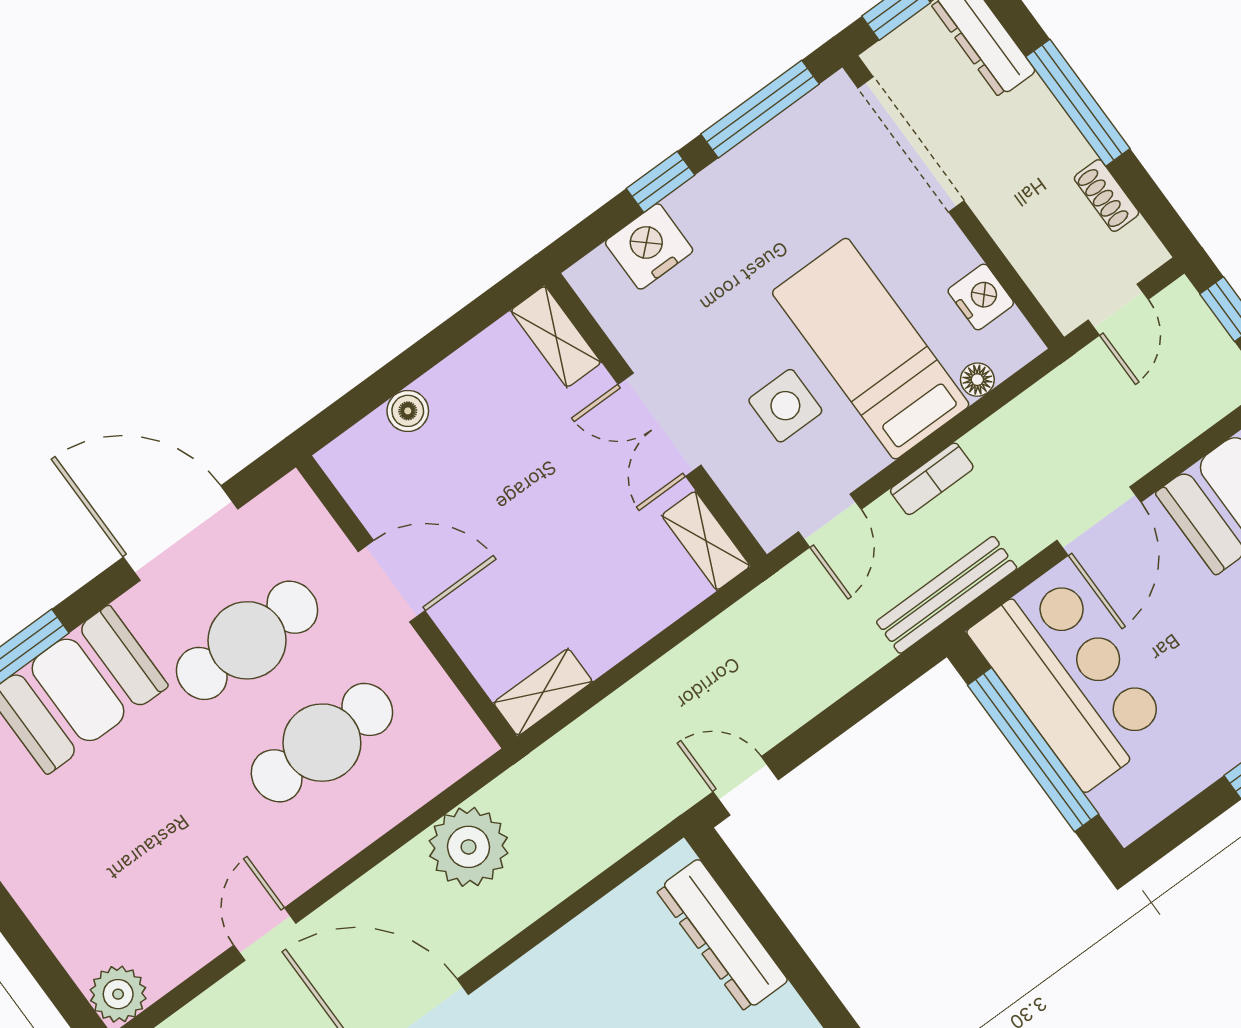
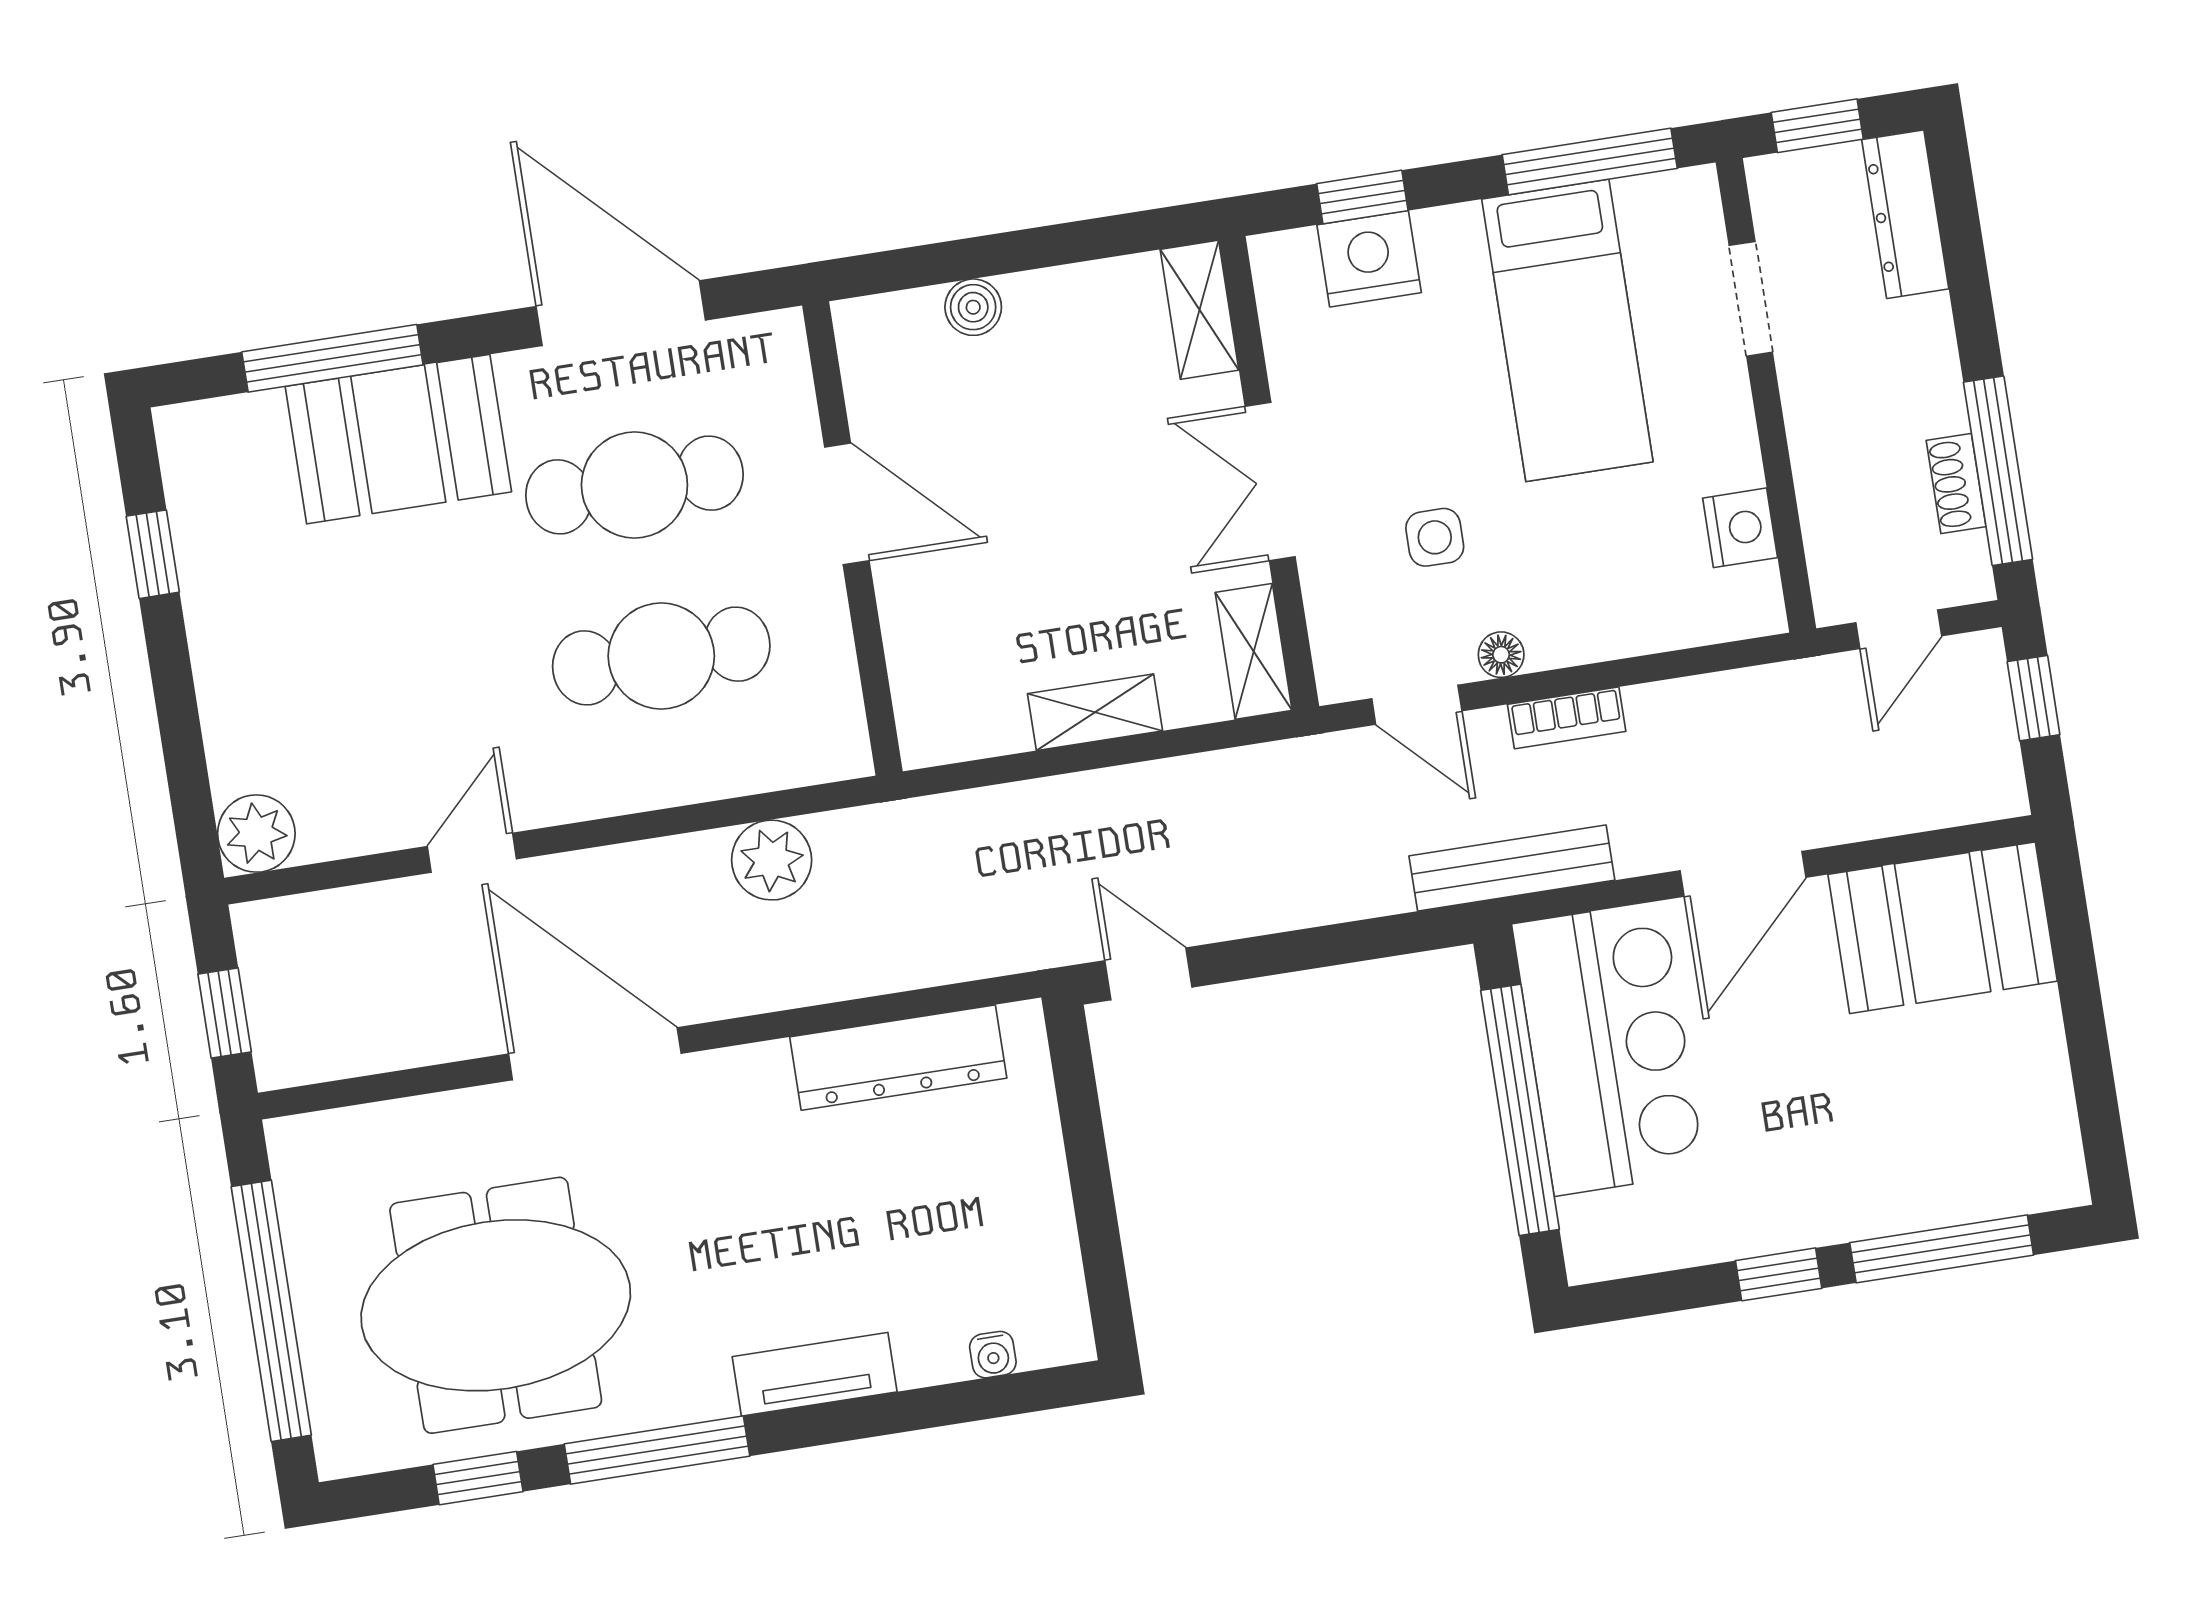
window: (1078, 103) -> (1998, 471), moved
doorway: (911, 144) -> (1751, 299), width x0.53
window: (661, 182) -> (1362, 197), moved
bed: (871, 349) -> (1567, 330), moved, turned 180
floor lamp: (977, 380) -> (1501, 655), moved
side table: (785, 406) -> (1435, 537), width x0.73, depth x0.73
door: (830, 521) -> (1417, 705), hinge flipped
shelving: (543, 692) -> (1095, 712), moved
plant: (469, 847) -> (772, 860), width x0.73, depth x0.73
dresser: (722, 935) -> (898, 1058), moved, turned -90

